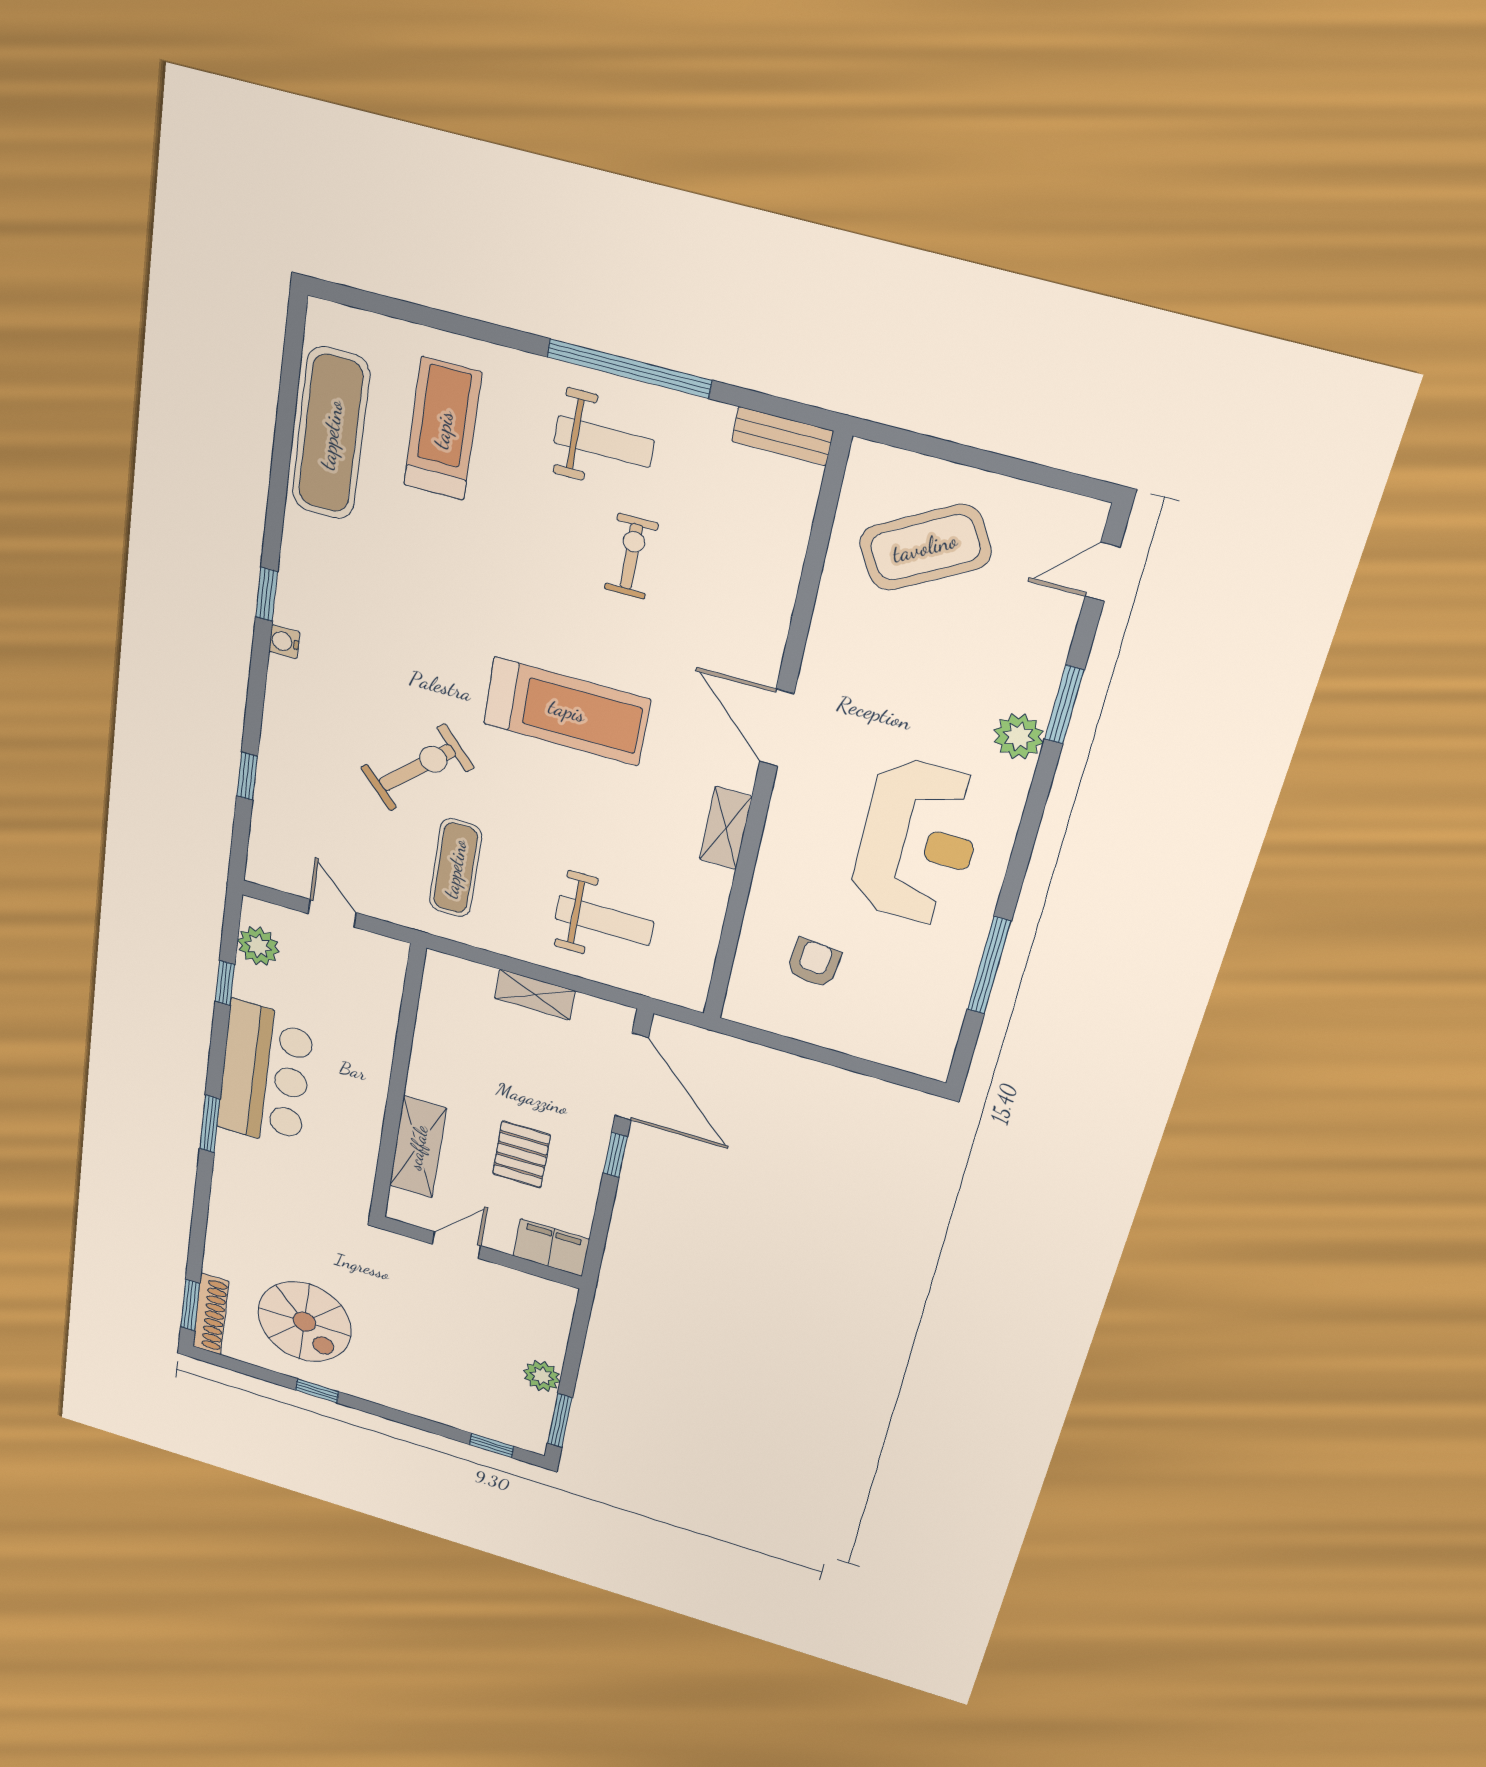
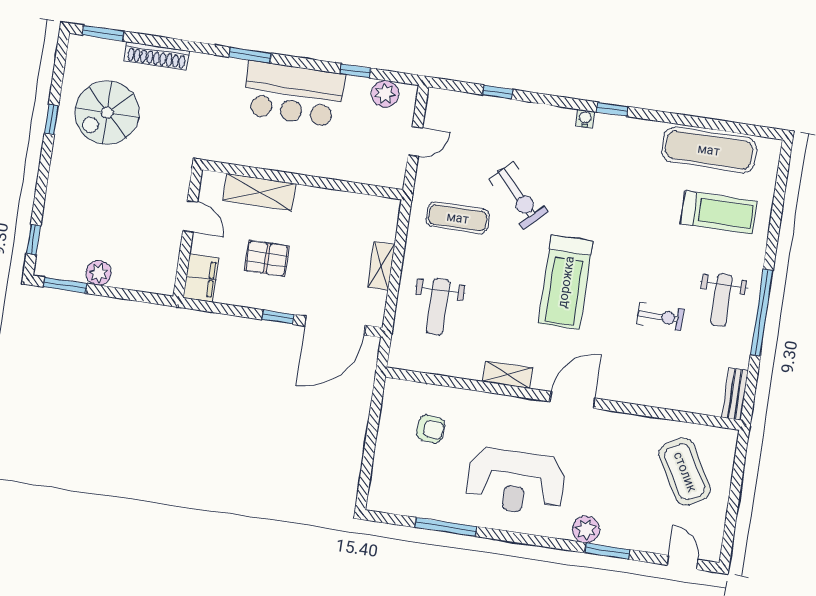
shoe rack: (211, 1314) -> (157, 56), moved

